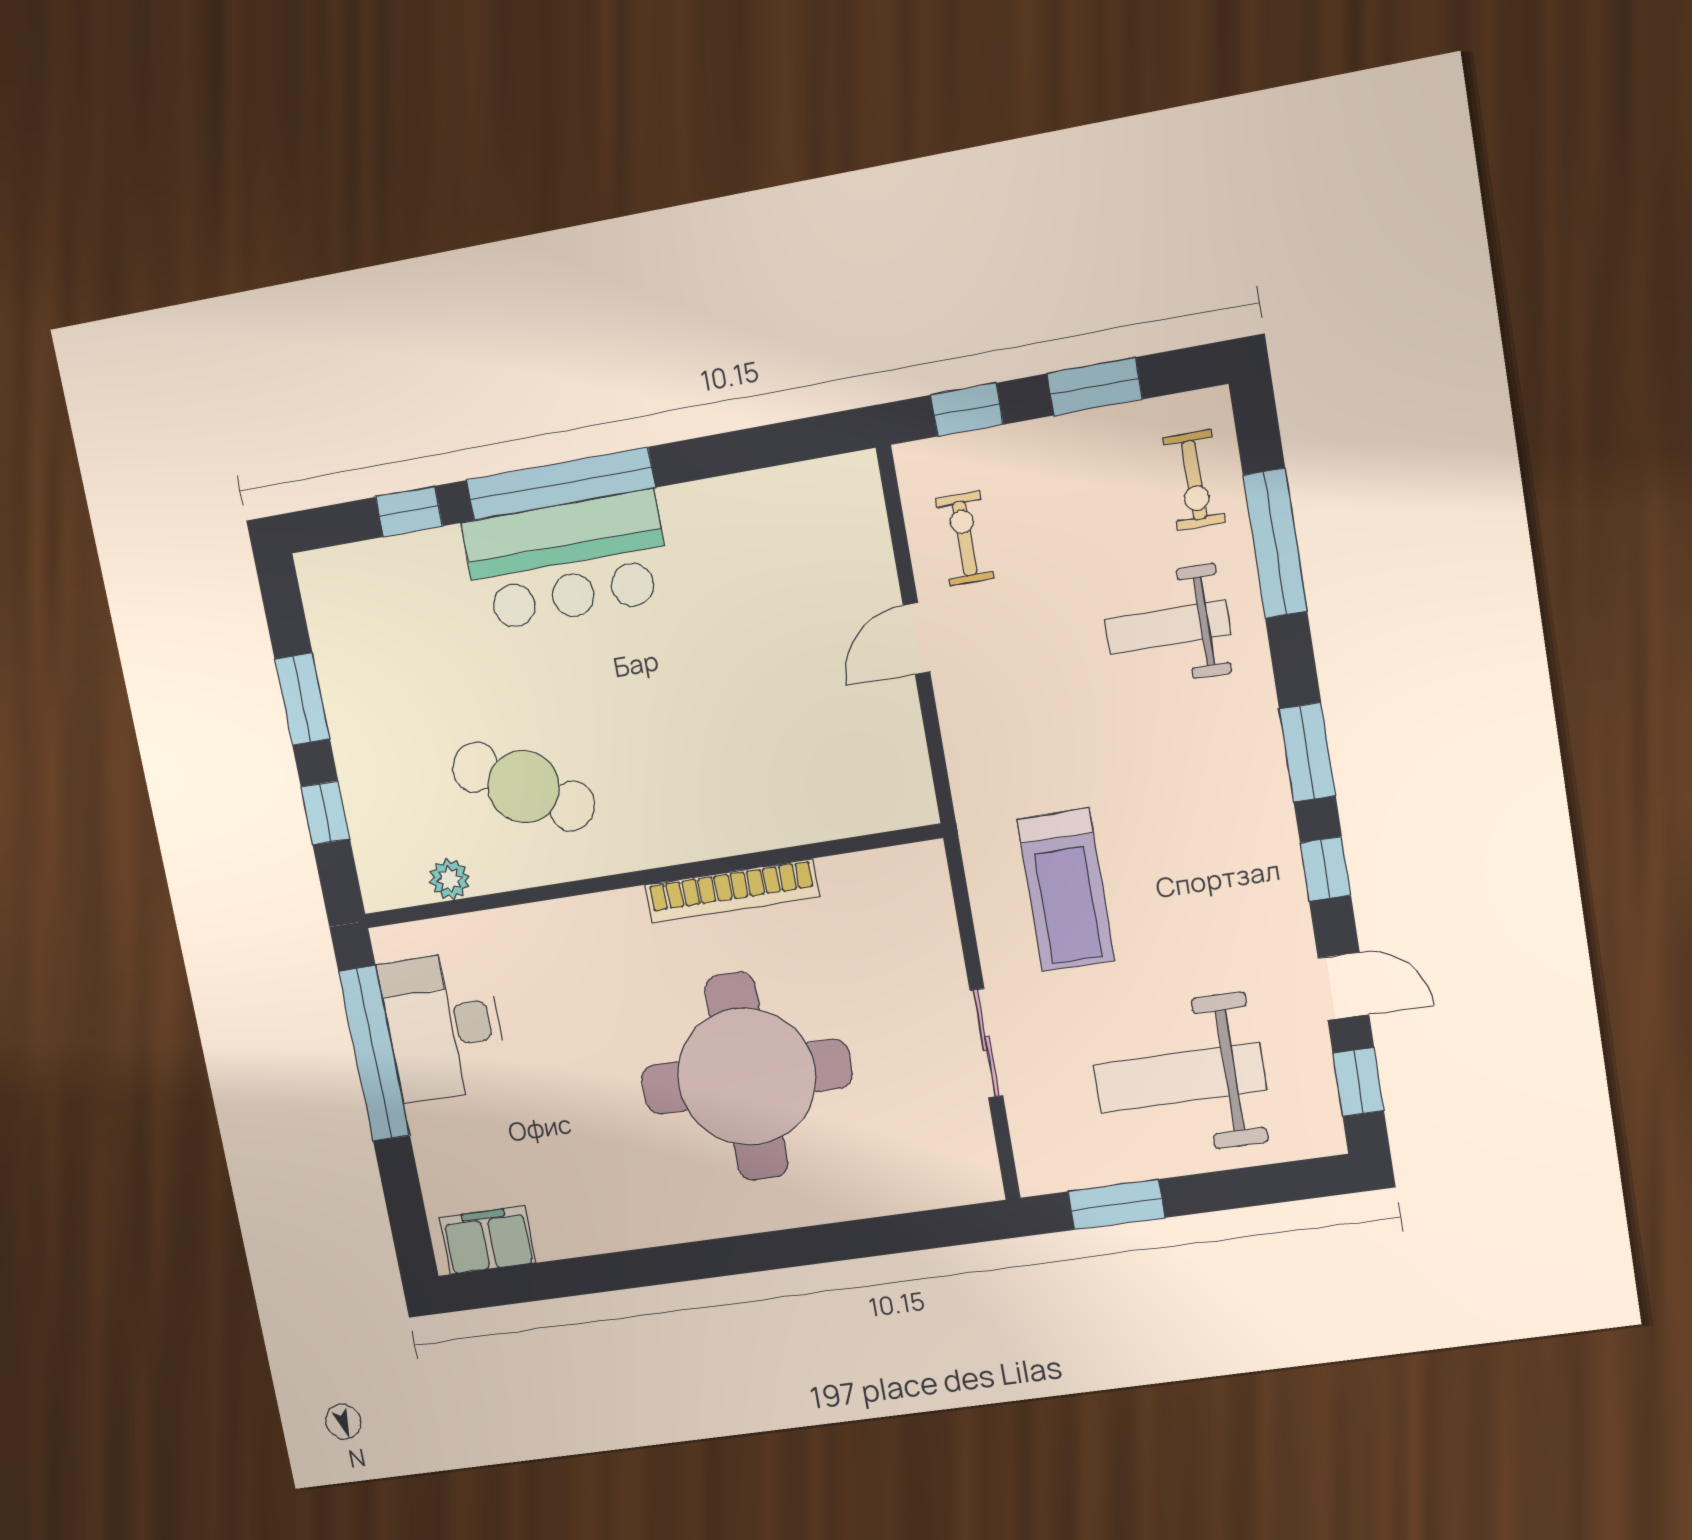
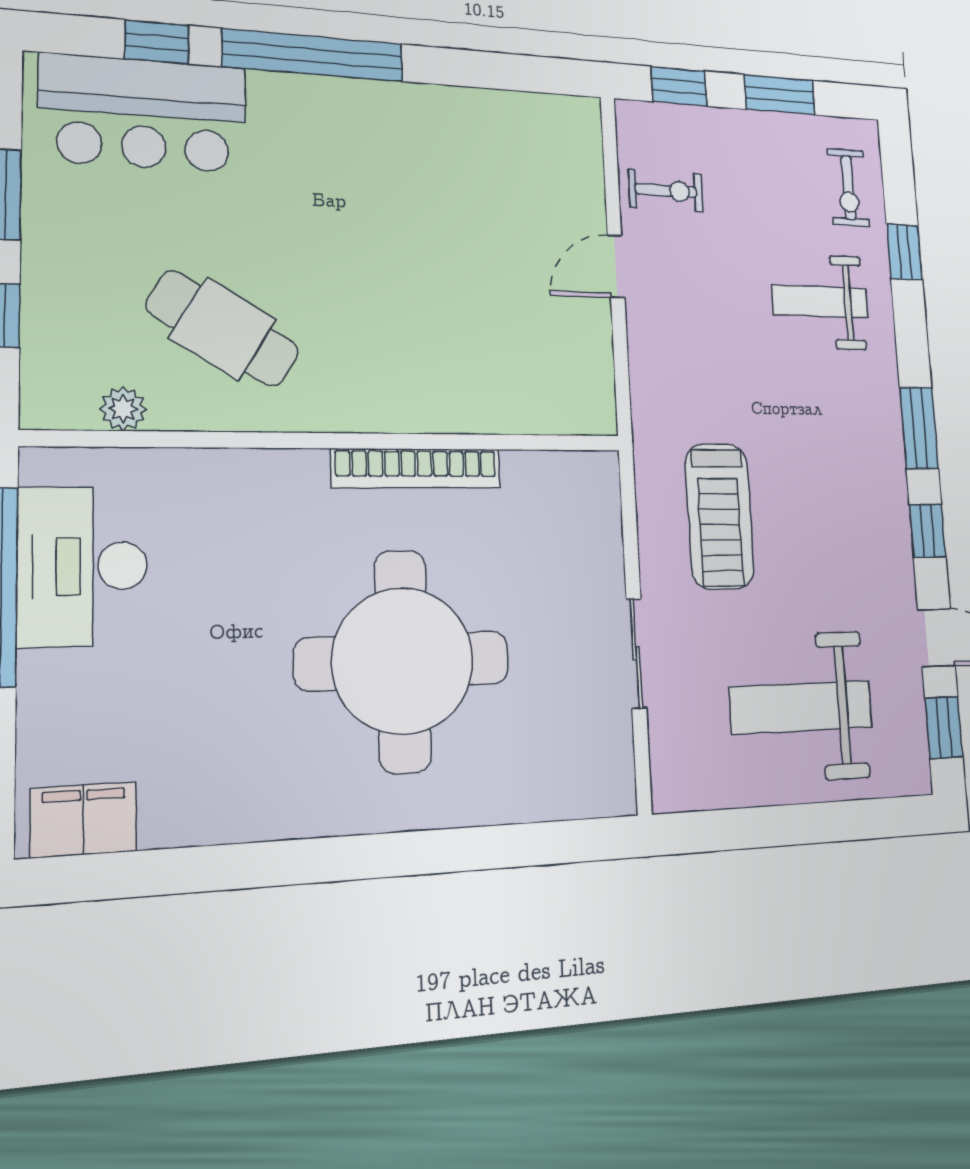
exercise bike: (965, 538) -> (666, 191), turned 90
window: (1275, 543) -> (904, 252), width x0.46
bar counter: (567, 561) -> (144, 113), moved
window: (1116, 1205) -> (737, 829), removed

